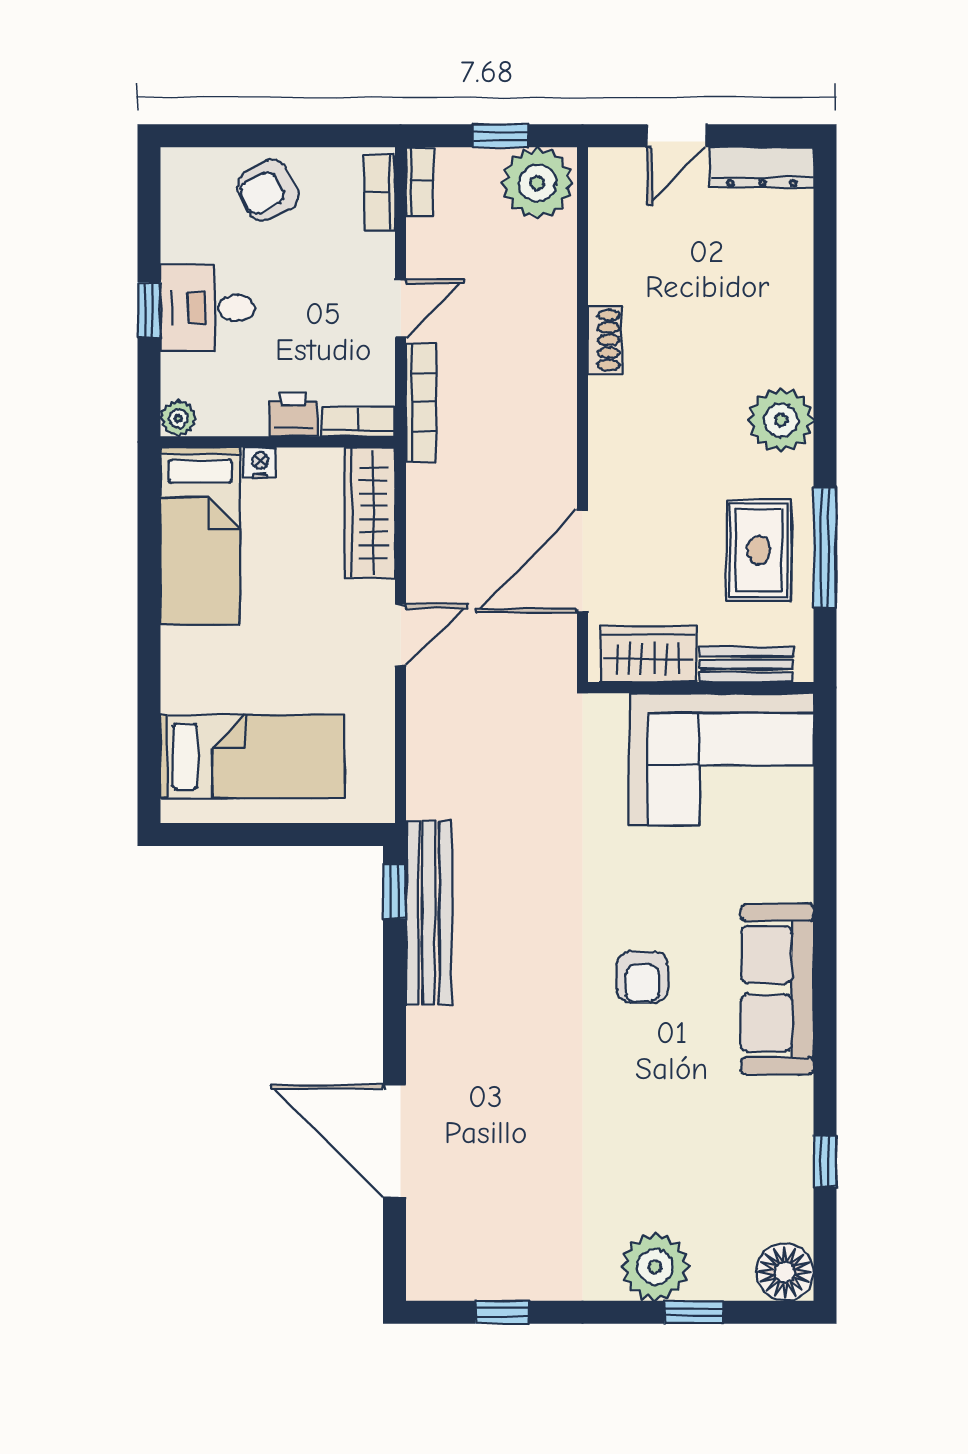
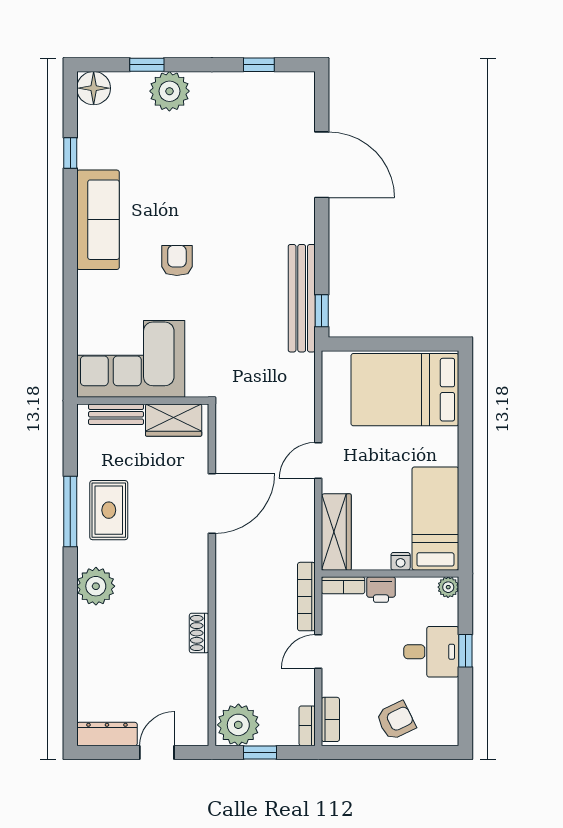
wardrobe: (648, 654) -> (174, 420), moved
bench: (746, 664) -> (116, 414), moved
wall: (701, 688) -> (143, 401), moved
bed: (252, 756) -> (405, 390), width x1.50
corner sofa: (721, 759) -> (131, 359), moved
sofa: (777, 989) -> (98, 220), moved

